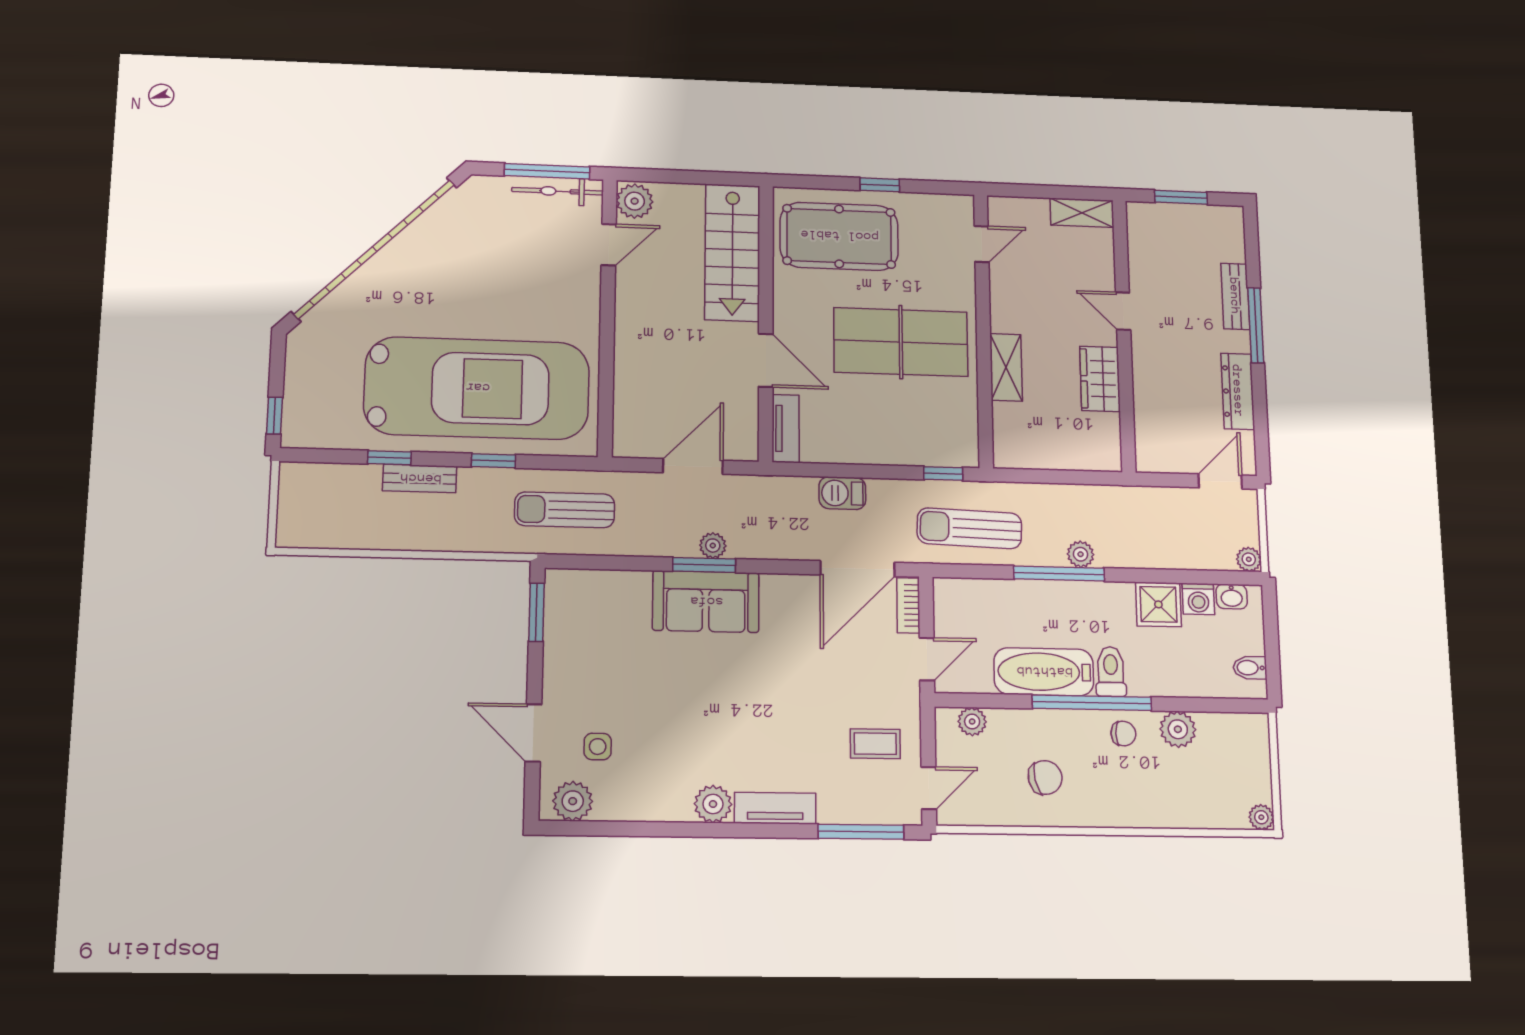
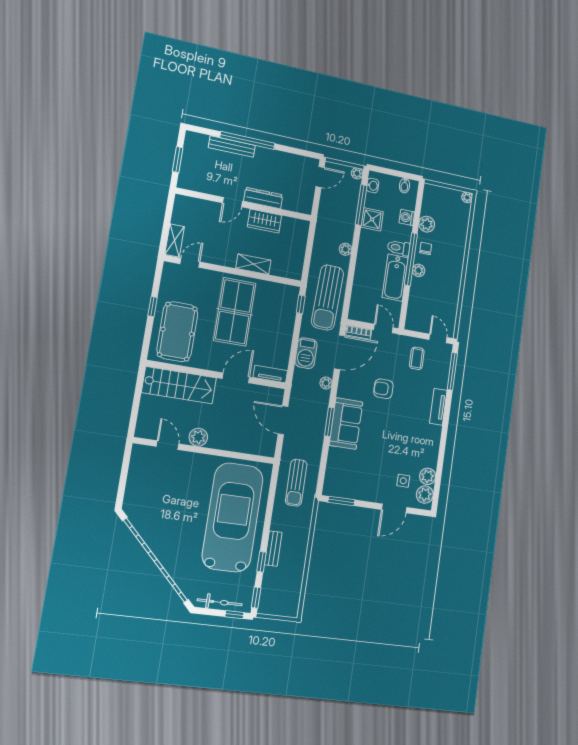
window: (547, 171) -> (125, 471), removed
bicycle: (558, 191) -> (220, 602), moved, turned -90
plant: (635, 201) -> (198, 437), moved
shelving: (1082, 213) -> (175, 240), moved
door: (982, 244) -> (190, 263), hinge flipped
bench: (1235, 296) -> (232, 146), width x1.36
window: (1256, 325) -> (247, 140), width x1.46
dresser: (1238, 391) -> (263, 198), moved, turned 180
window: (493, 461) -> (256, 598), moved
door: (1220, 481) -> (320, 177), swing flipped
barbecue: (842, 493) -> (306, 353), width x1.38, depth x1.27
sun lounger: (969, 528) -> (327, 297), width x1.36, depth x1.34
plant: (713, 546) -> (326, 383), moved
door: (857, 569) -> (340, 352), hinge flipped
window: (1059, 573) -> (361, 205), moved
washing machine: (1198, 599) -> (407, 217), moved, turned 180
armchair: (795, 676) -> (383, 389), added
plant: (972, 722) -> (419, 270), moved
chair: (1045, 778) -> (440, 287), removed
plant: (713, 804) -> (428, 476), moved

